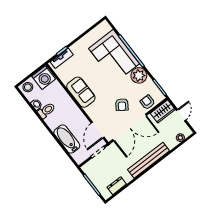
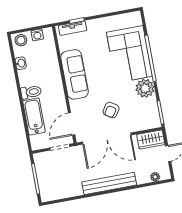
washing machine: (44, 78) -> (37, 35), width x0.53, depth x0.53
sofa: (81, 92) -> (74, 74), width x1.36
armchair: (147, 102) -> (140, 121), removed
toilet: (46, 110) -> (31, 92), moved
dresser: (117, 186) -> (61, 193), removed

